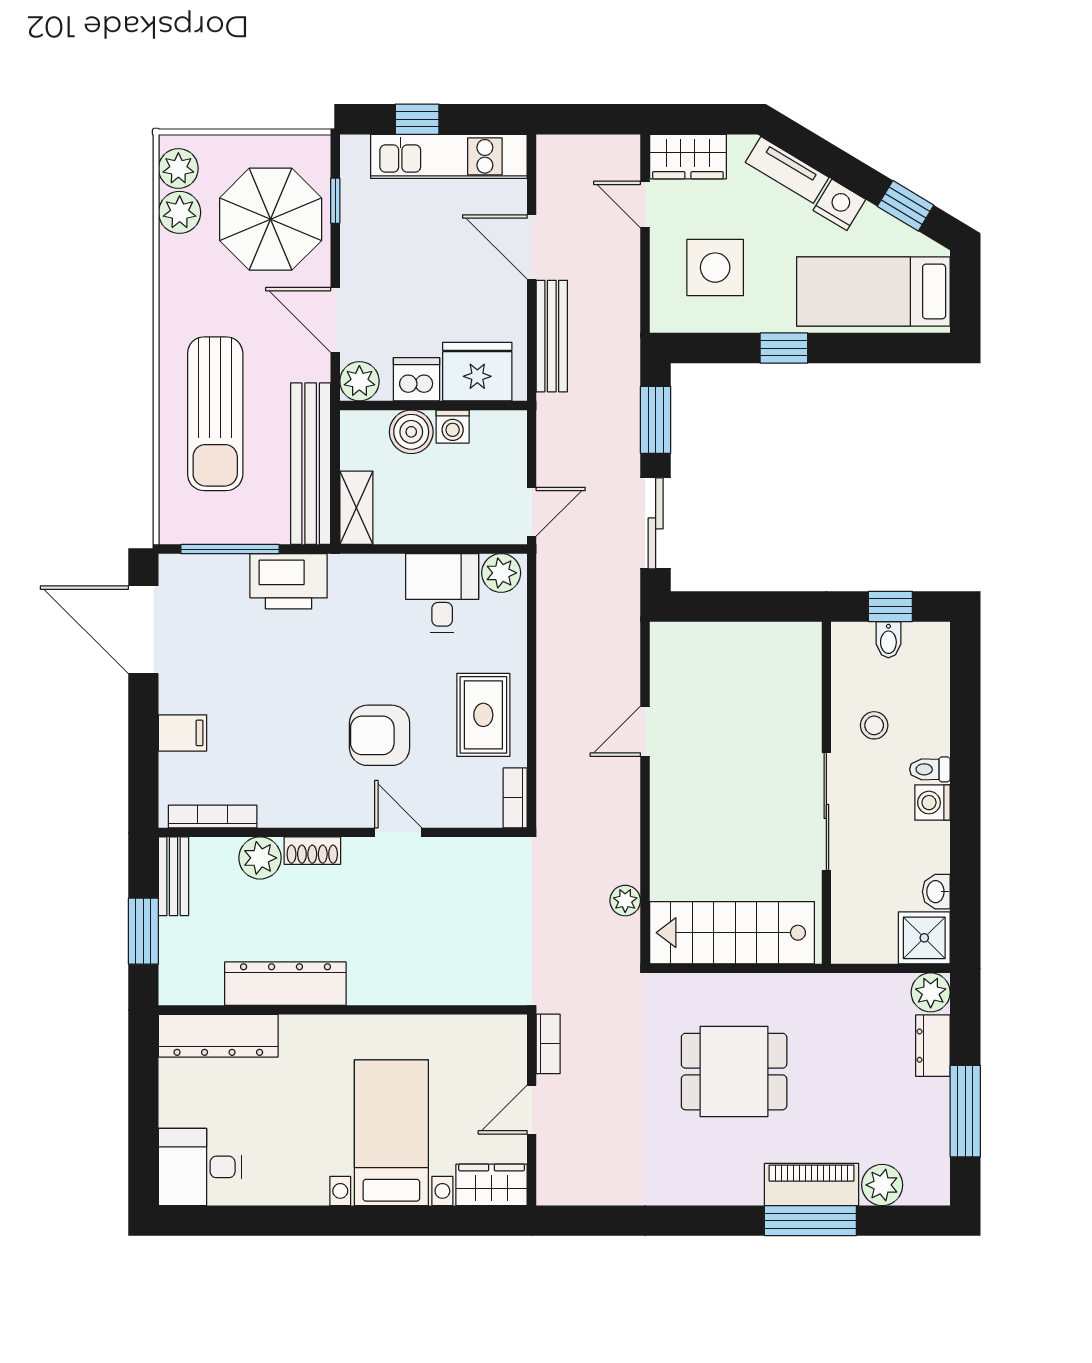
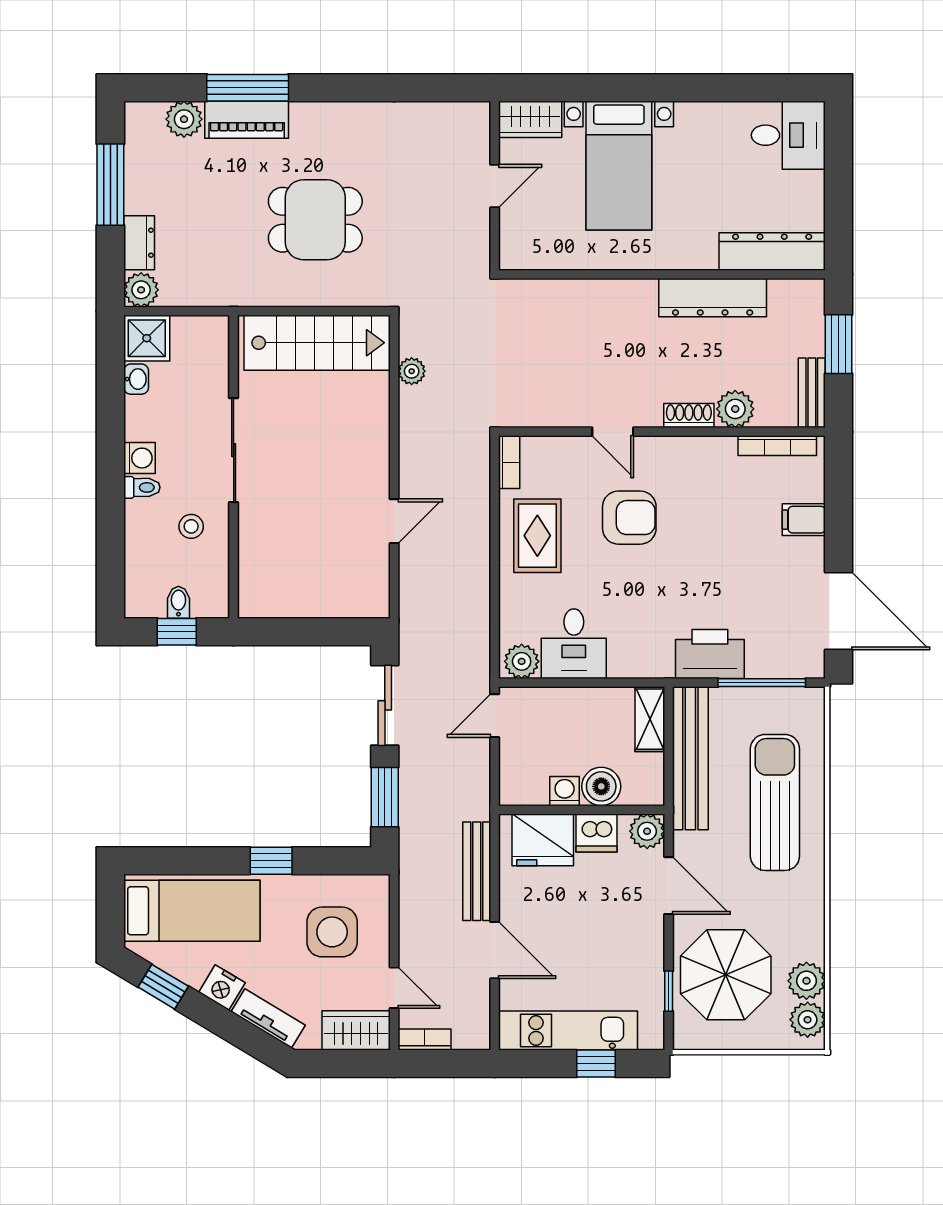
bookcase: (548, 1044) -> (425, 1039), moved, turned 90

